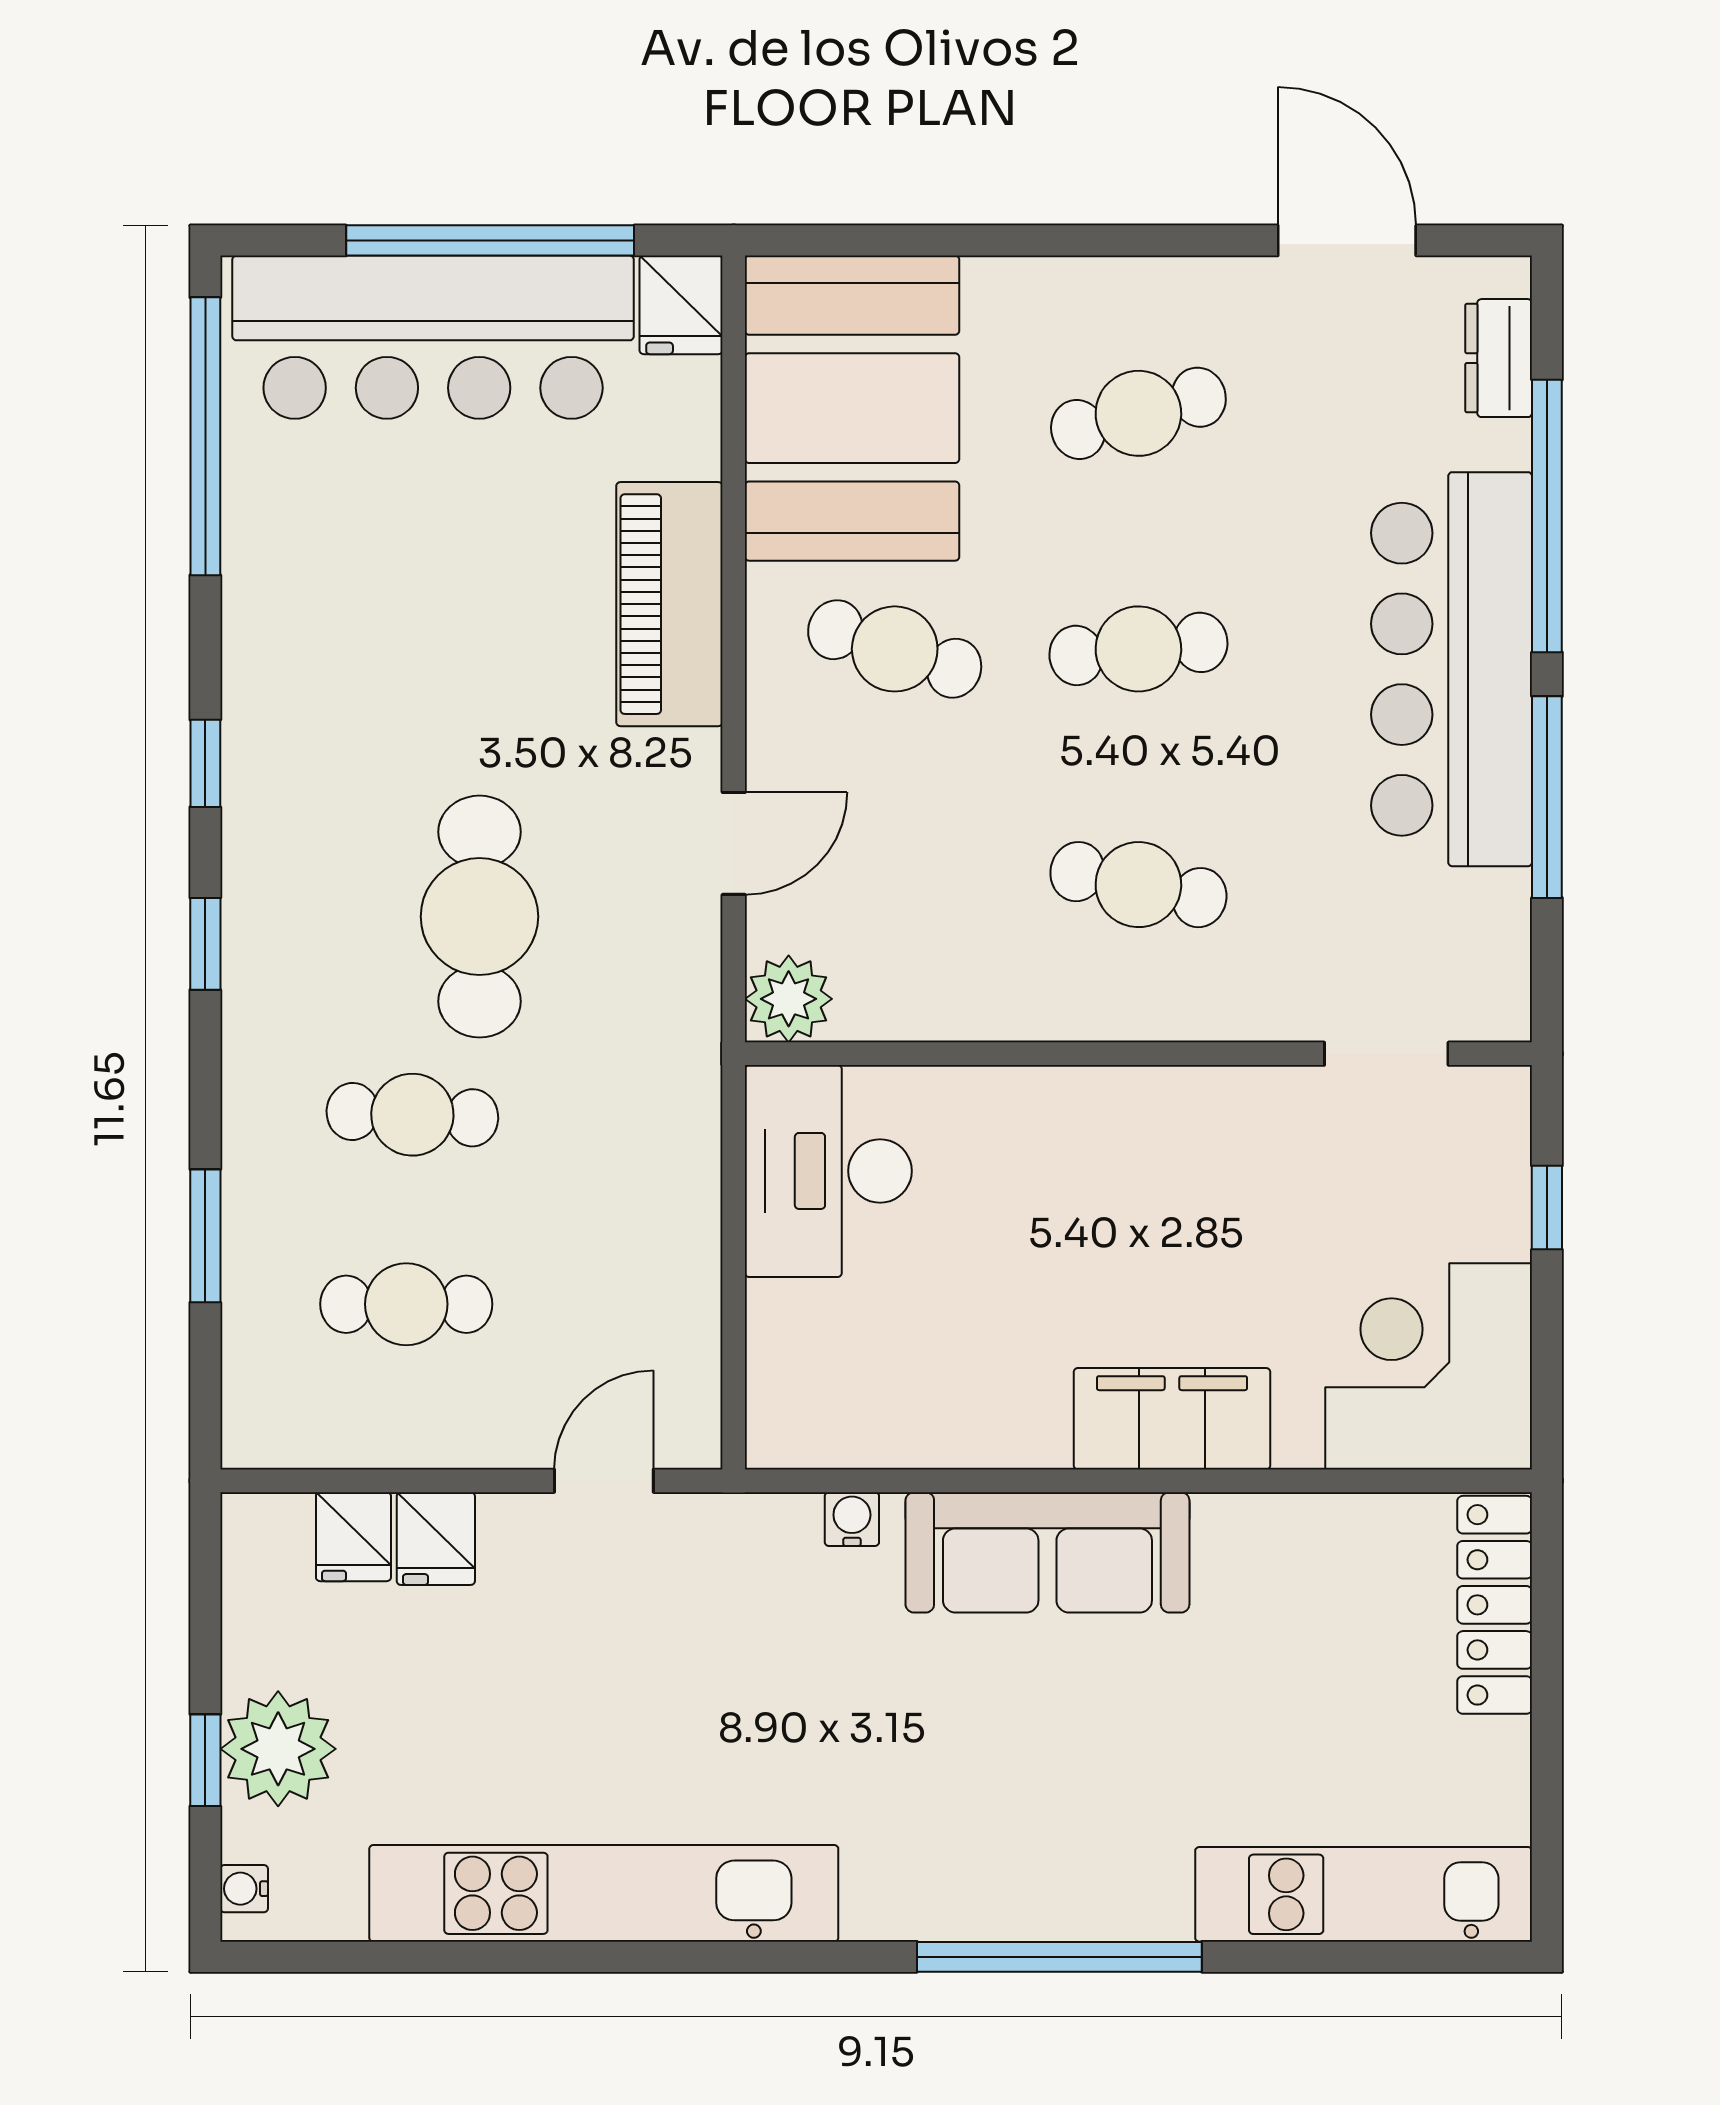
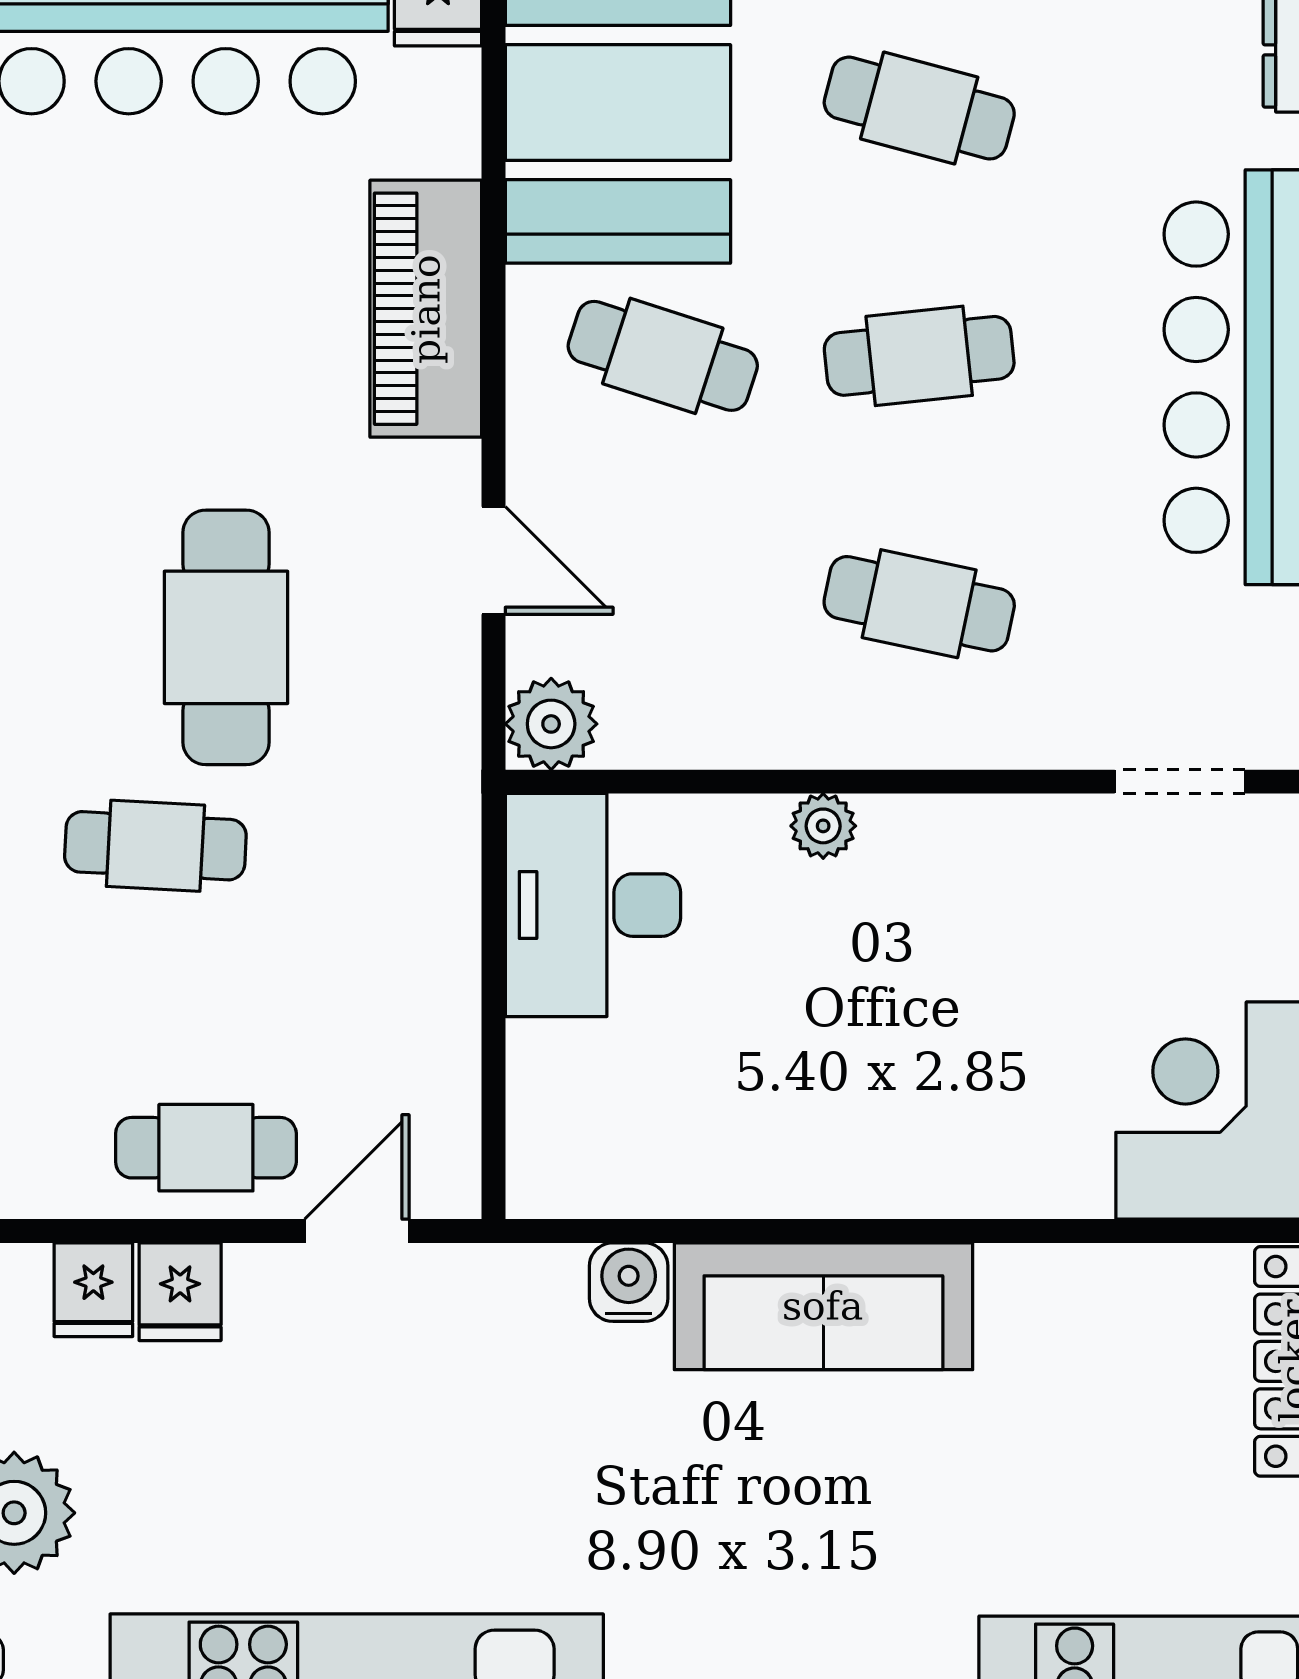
cafe table: (1138, 413) -> (919, 108), turned 30
door: (734, 843) -> (493, 560), hinge flipped
plant: (1047, 1096) -> (823, 826), added
cafe table: (406, 1304) -> (206, 1148), moved
filing cabinet: (1172, 1419) -> (954, 1166), removed
water cooler: (852, 1519) -> (629, 1282), width x1.38, depth x1.38

